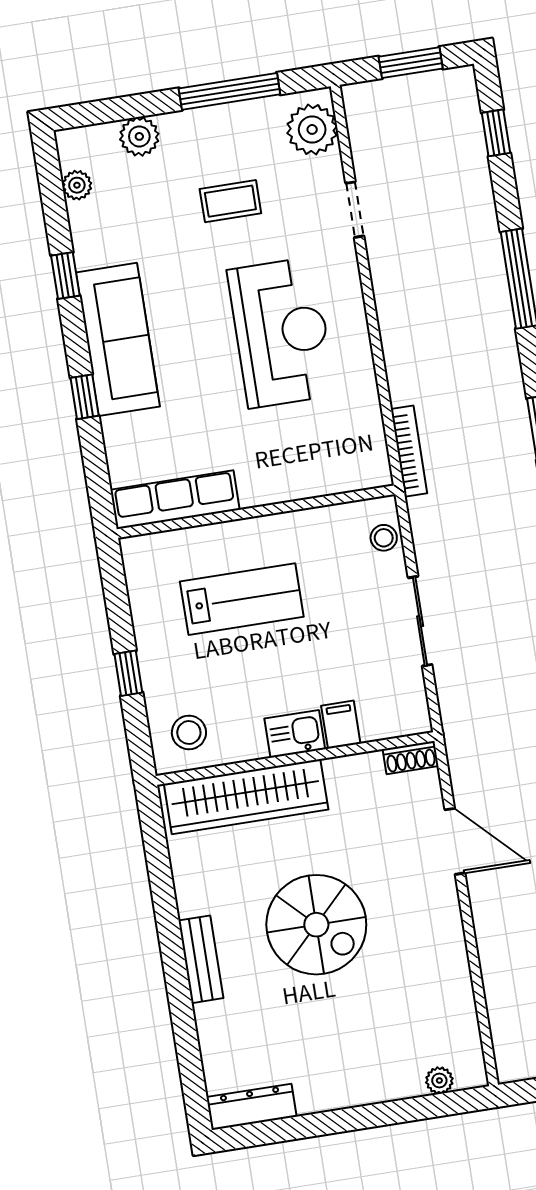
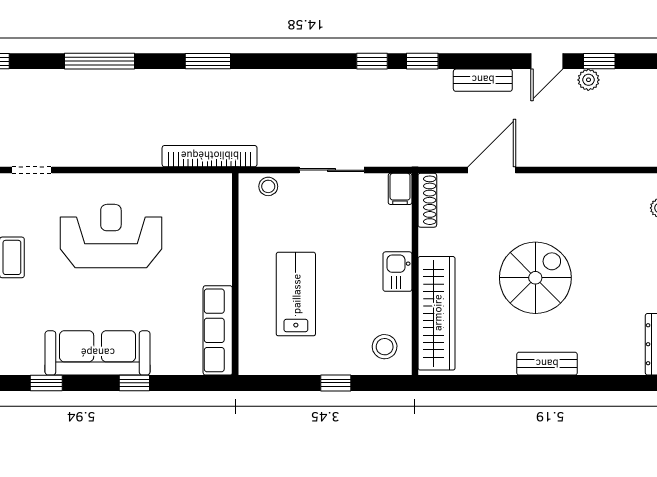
bookcase: (409, 451) -> (210, 156), width x1.48, depth x1.31
filing cabinet: (341, 725) -> (400, 189), moved, turned -90
shoe rack: (411, 758) -> (427, 200), width x1.43

